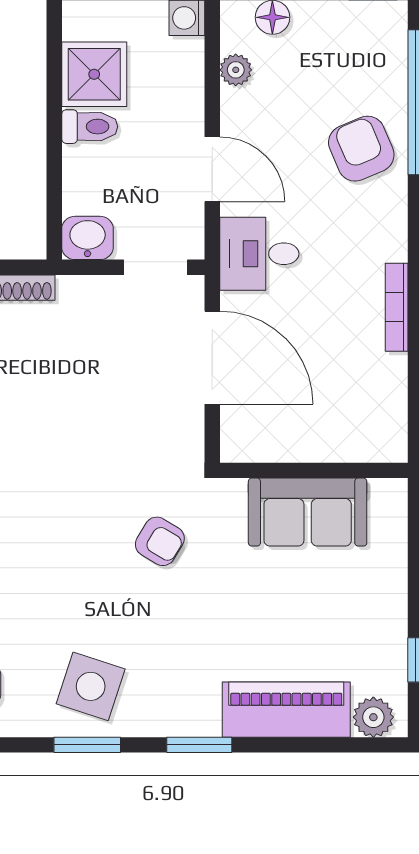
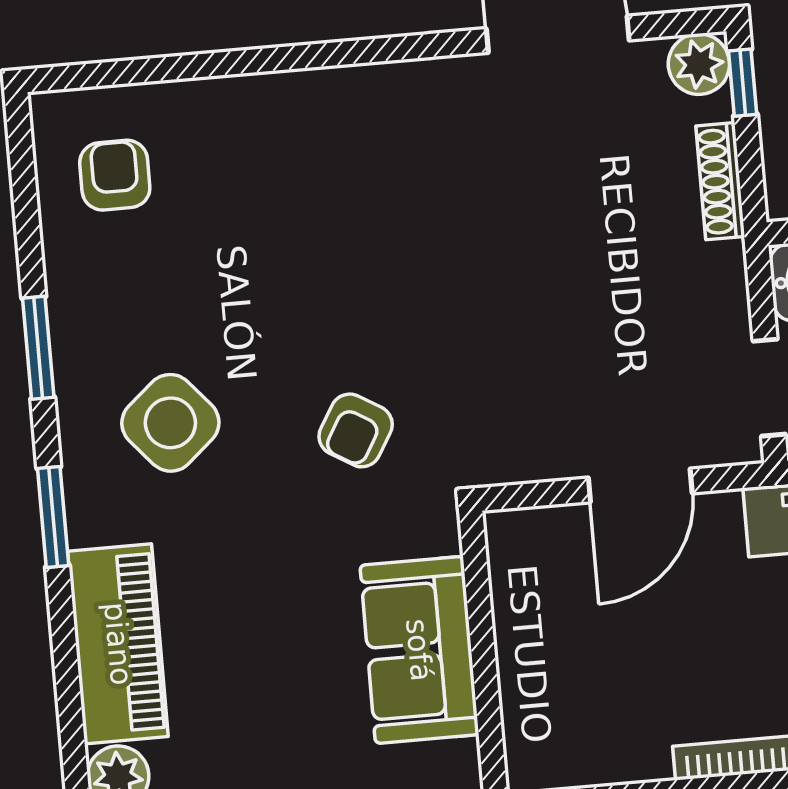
door: (212, 358) -> (640, 485), width x0.73
side table: (91, 686) -> (170, 423), moved, turned 31

